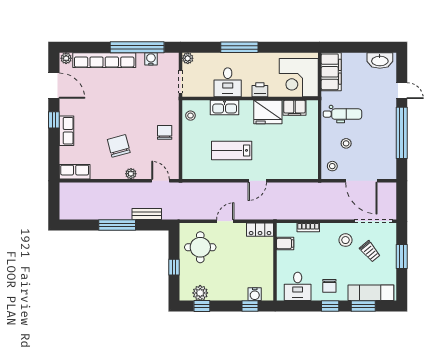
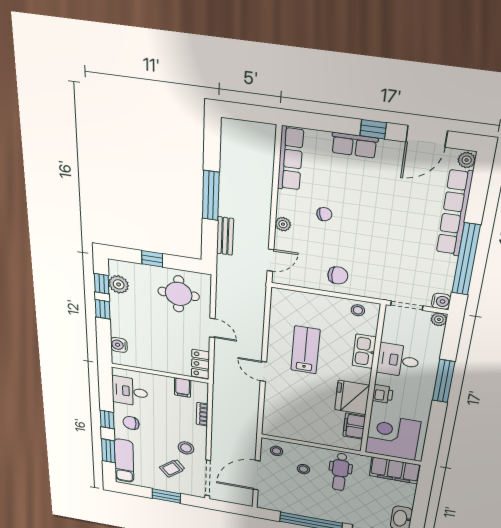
water cooler: (151, 59) -> (441, 301), moved
chair: (119, 146) -> (324, 214), width x0.54, depth x0.54
row of seats: (75, 172) -> (290, 159), width x1.48
window: (250, 306) -> (103, 309), moved

